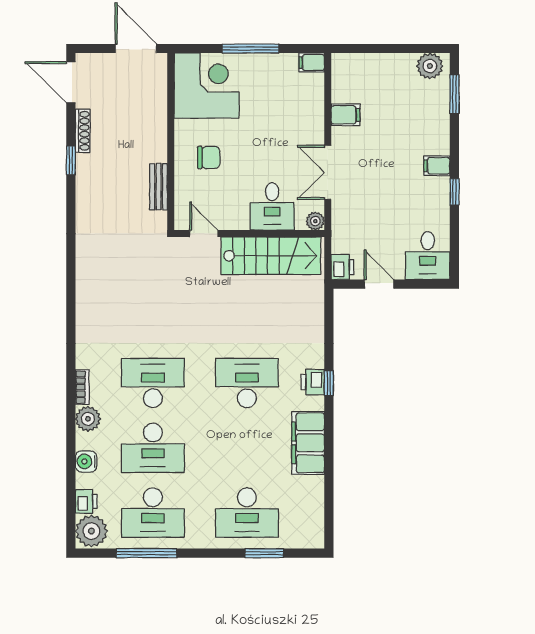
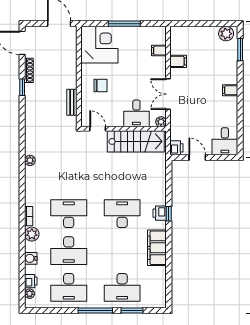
filing cabinet: (312, 63) -> (159, 51), moved
window: (454, 192) -> (240, 105), removed
plant: (85, 289) -> (30, 160), added
plant: (91, 531) -> (30, 294), width x0.53, depth x0.53
window: (146, 553) -> (95, 310), moved

